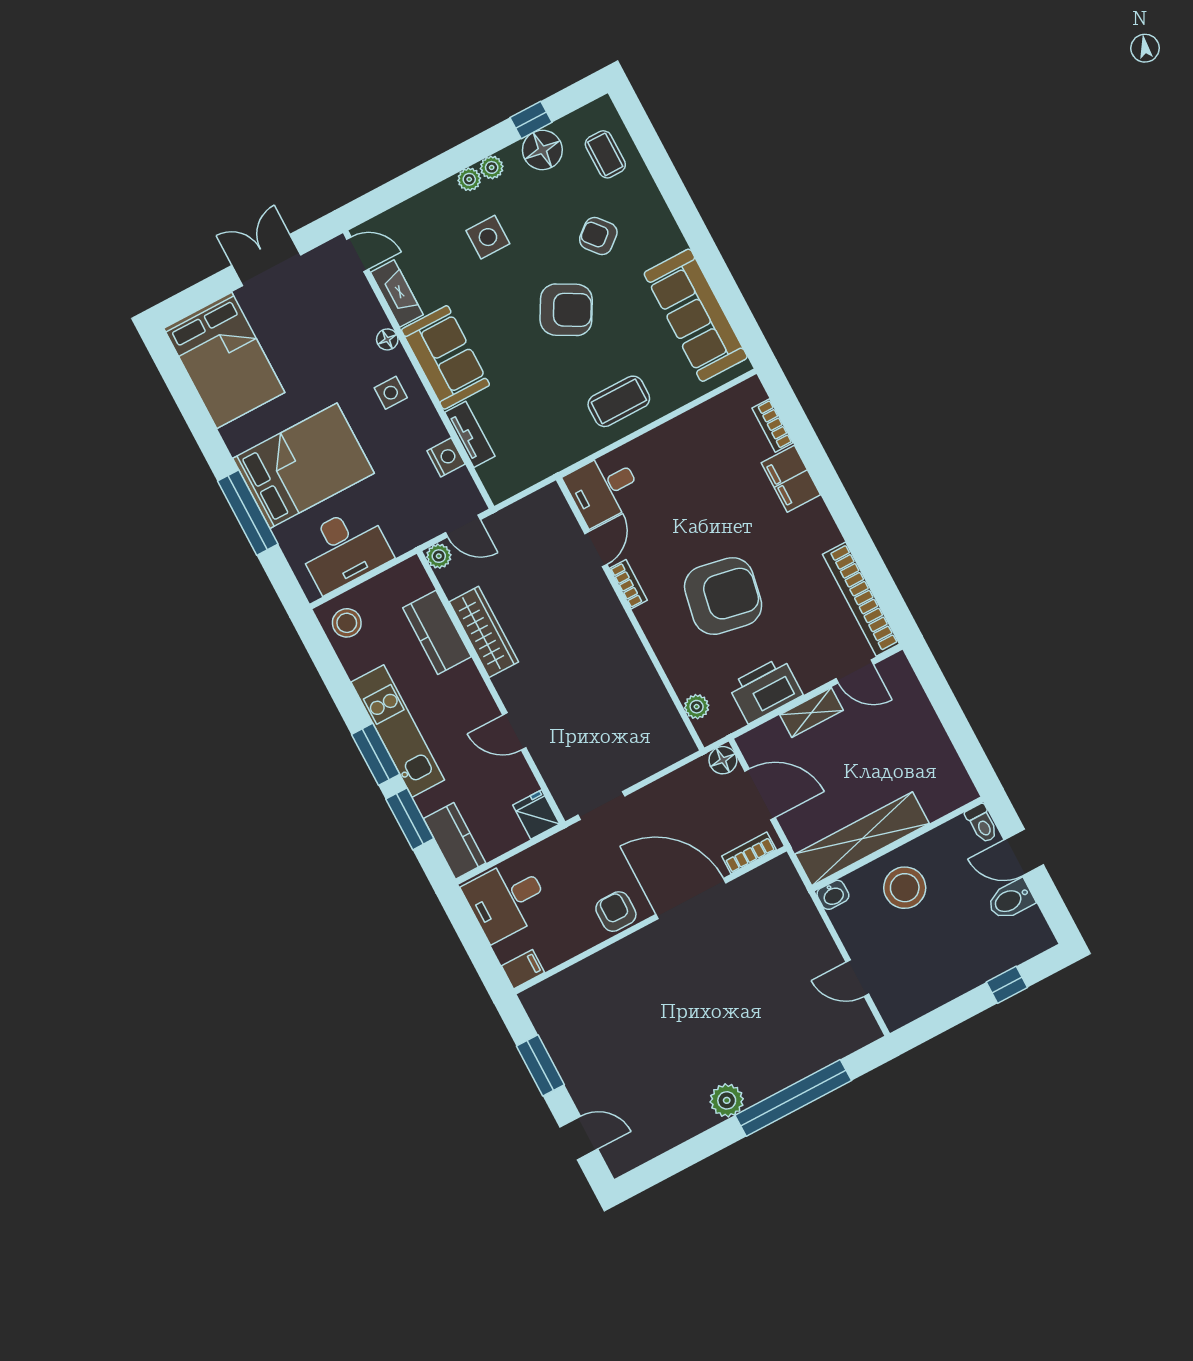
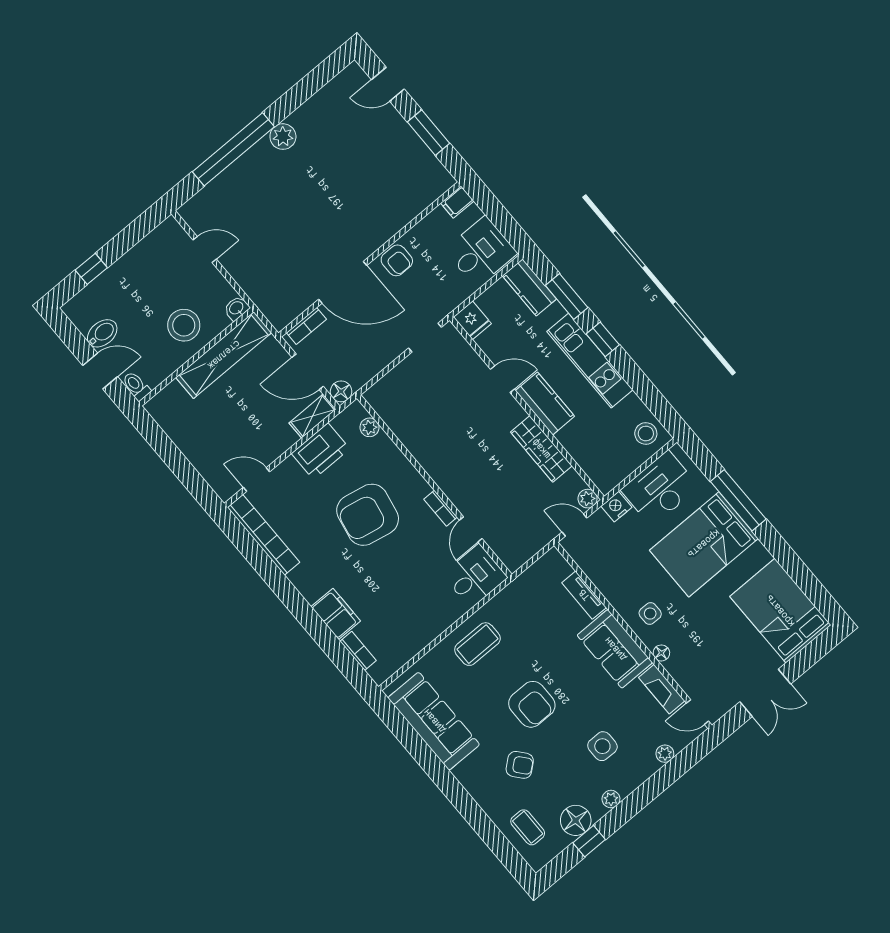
plant: (469, 179) -> (665, 754), moved
armchair: (566, 310) -> (532, 704), turned -119
nightstand: (446, 457) -> (616, 507), moved, turned 90
kitchen counter: (437, 632) -> (545, 404), moved
shelving: (811, 713) -> (313, 416), moved
window: (376, 754) -> (603, 339), width x0.67

